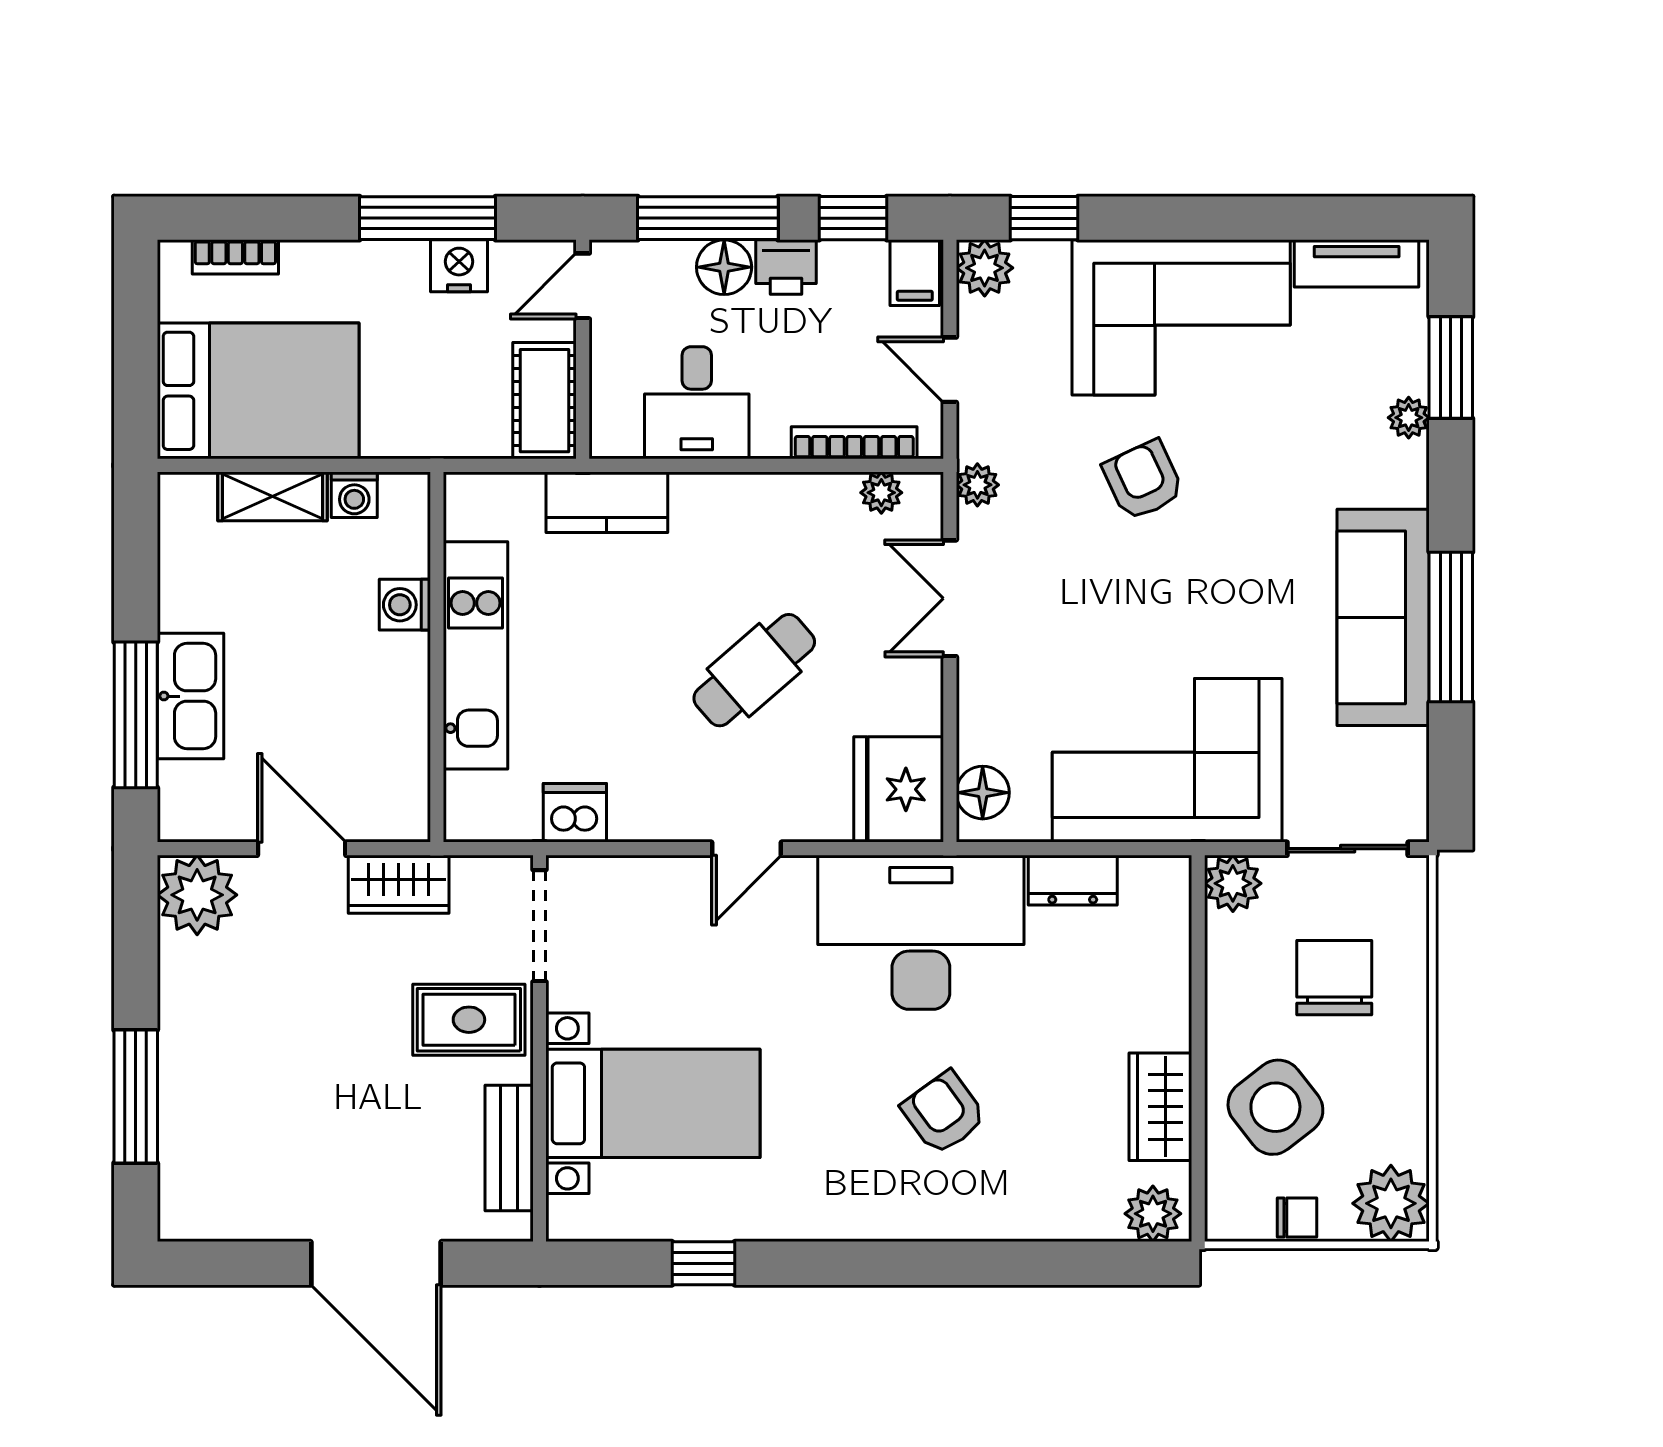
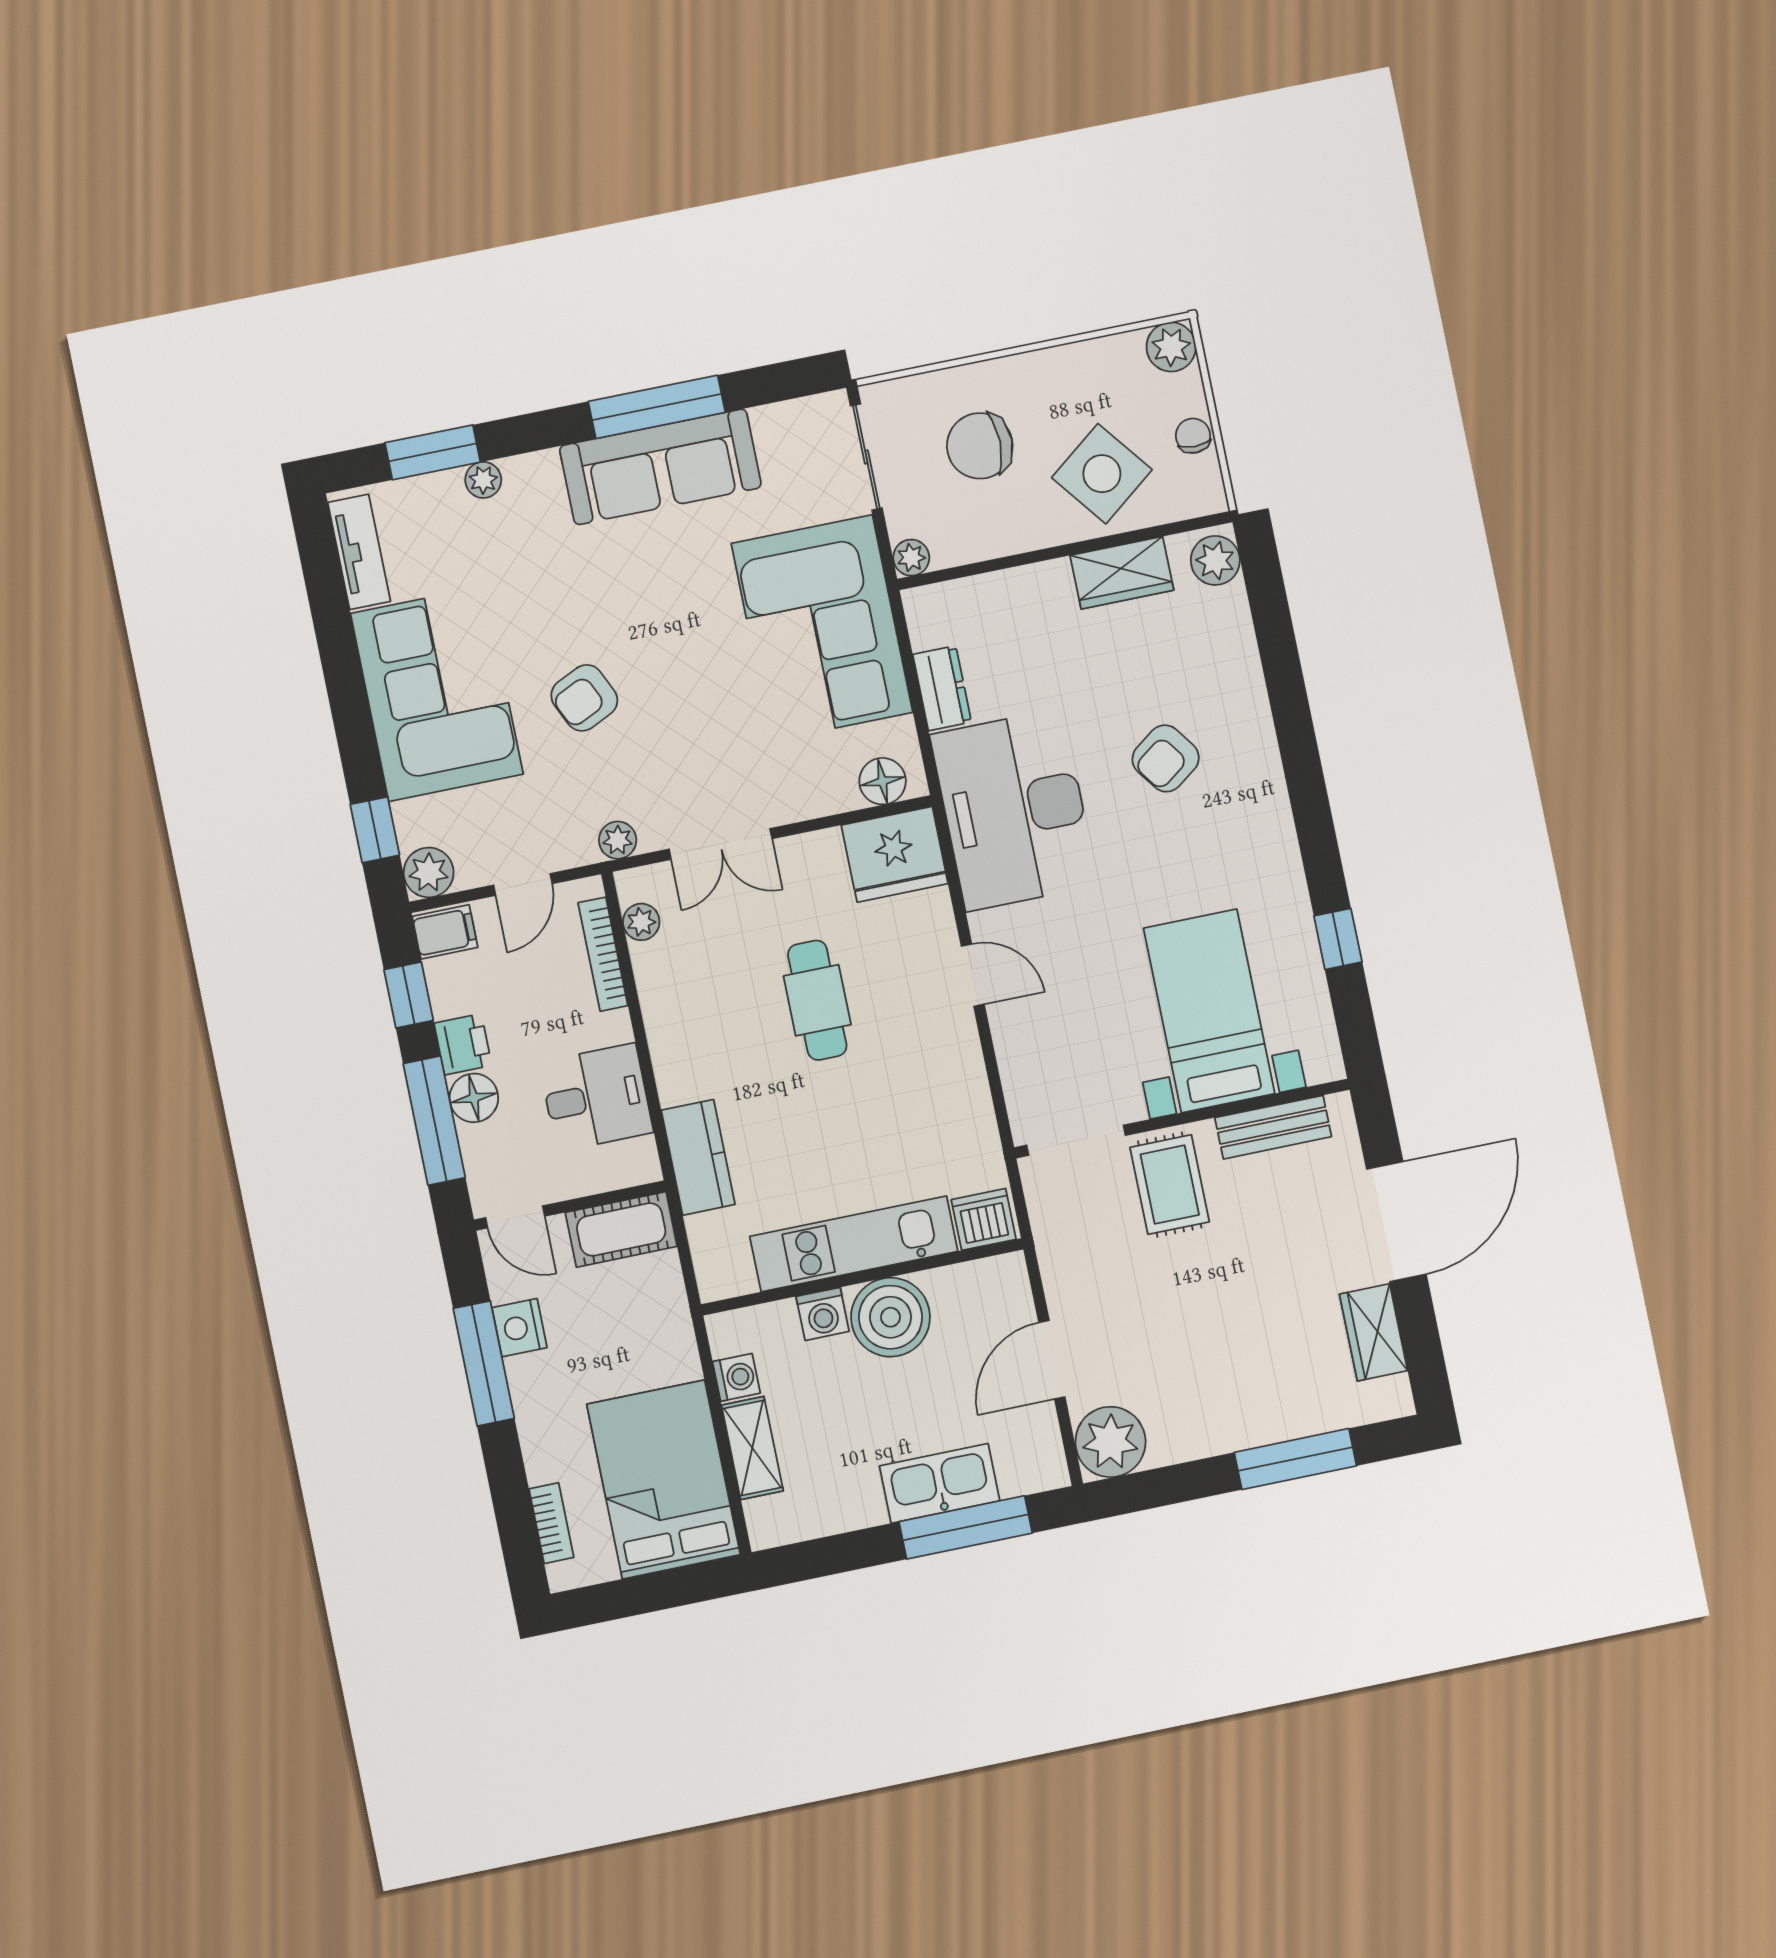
cafe table: (754, 670) -> (817, 1000), turned 41
boiler: (386, 679) -> (890, 1317), added
dishwasher: (575, 813) -> (984, 1219), moved, turned 90
plant: (1233, 883) -> (911, 558), width x0.73, depth x0.73
wardrobe: (399, 884) -> (1374, 1332), moved, turned 180
plant: (1391, 1203) -> (1171, 347), width x0.73, depth x0.73

